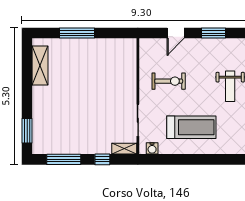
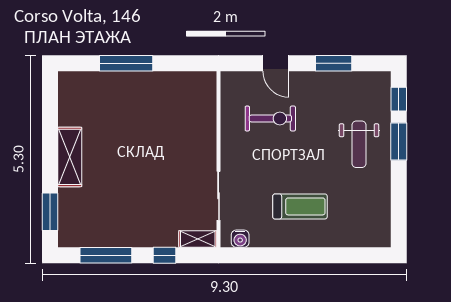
door: (176, 33) -> (276, 63), hinge flipped
shelving: (40, 66) -> (70, 157), moved
exercise bike: (169, 81) -> (270, 119), moved
treadmill: (191, 127) -> (300, 206), width x0.73, depth x0.73

